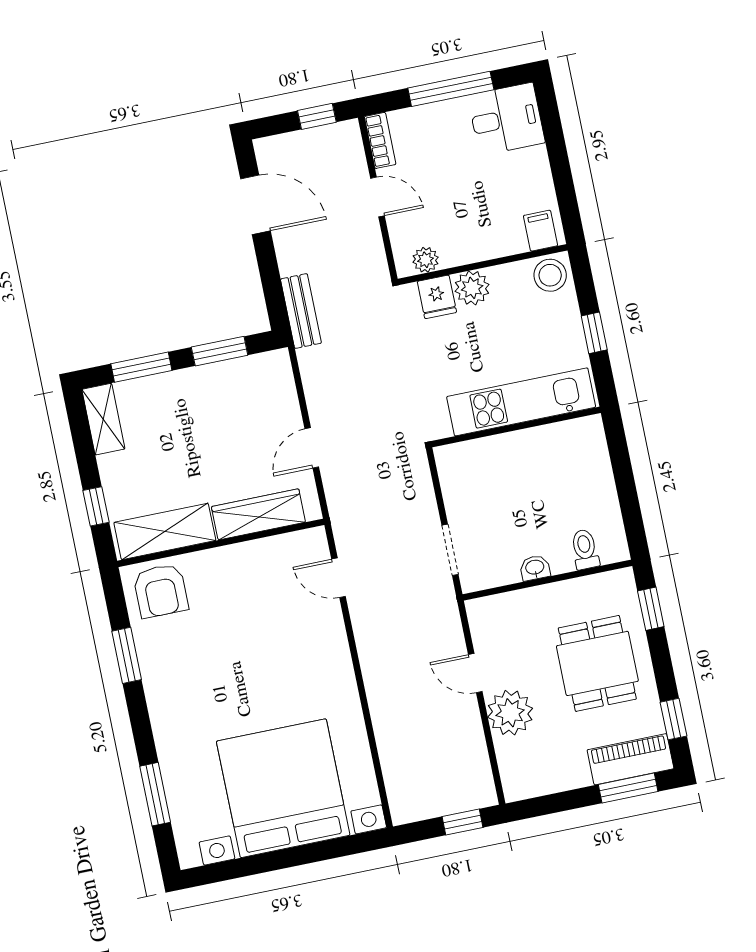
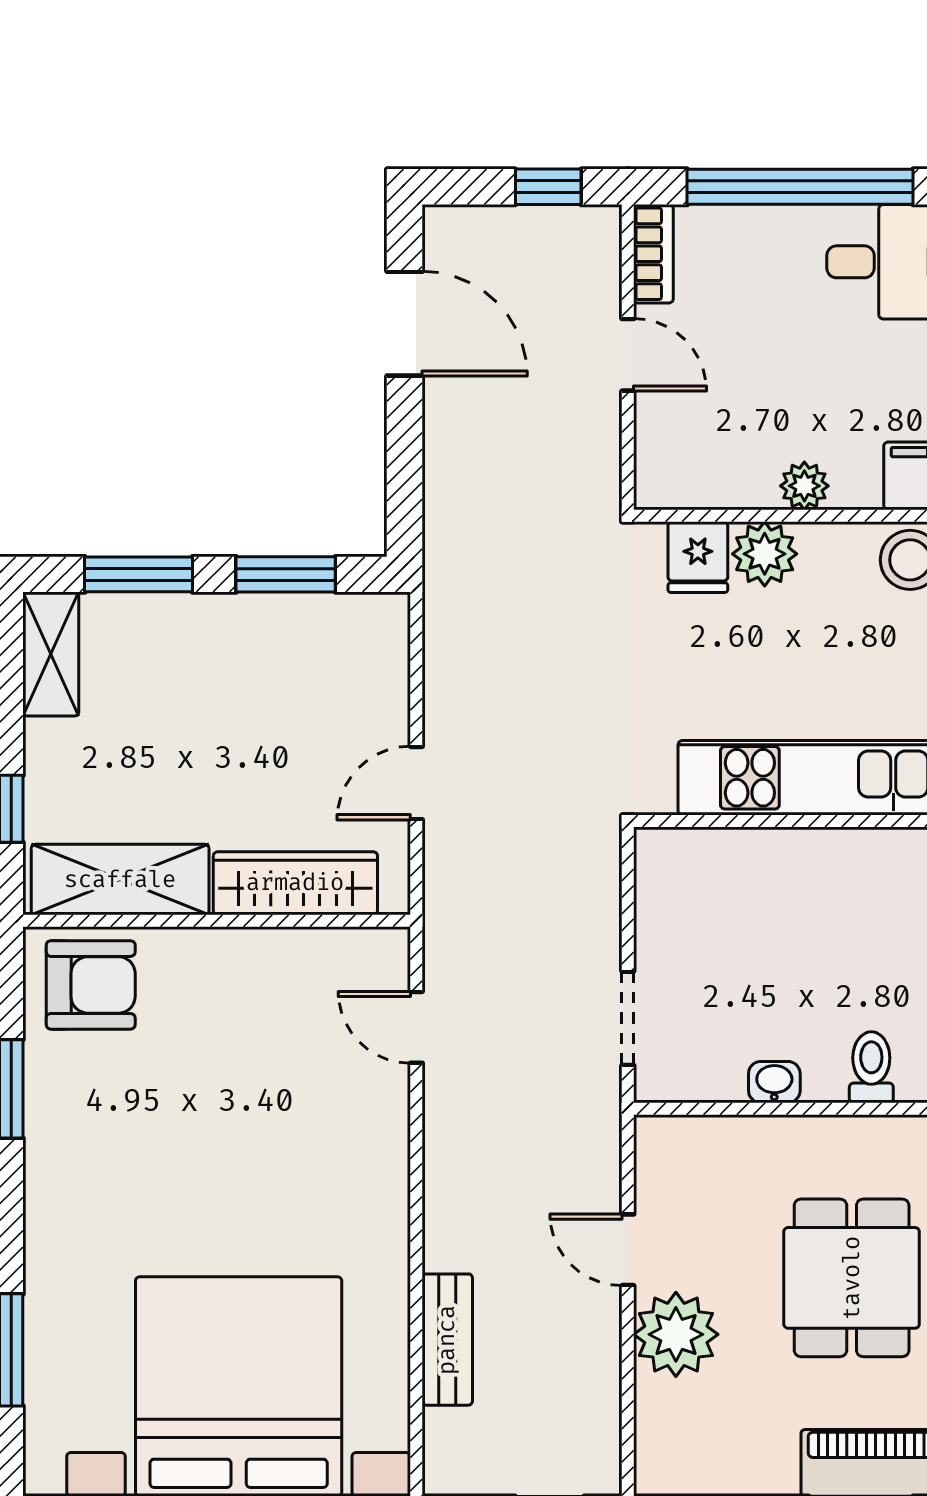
window: (451, 89) -> (800, 187), width x1.46
plant: (426, 260) -> (804, 486), moved
bench: (301, 311) -> (447, 1340), moved
armchair: (161, 591) -> (91, 985), turned -90

